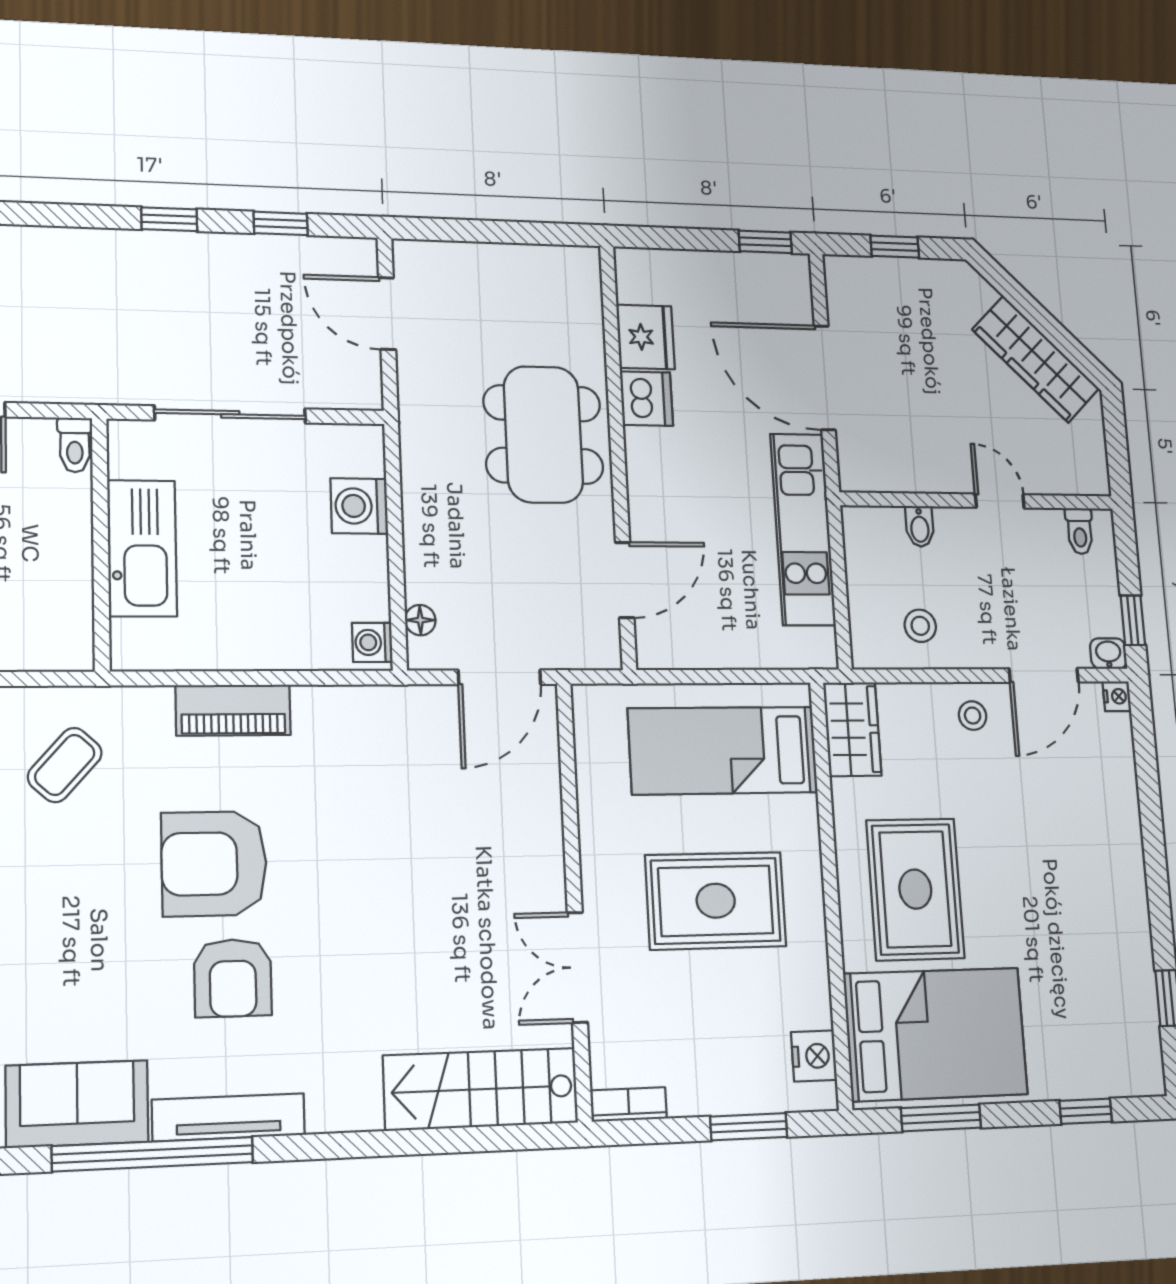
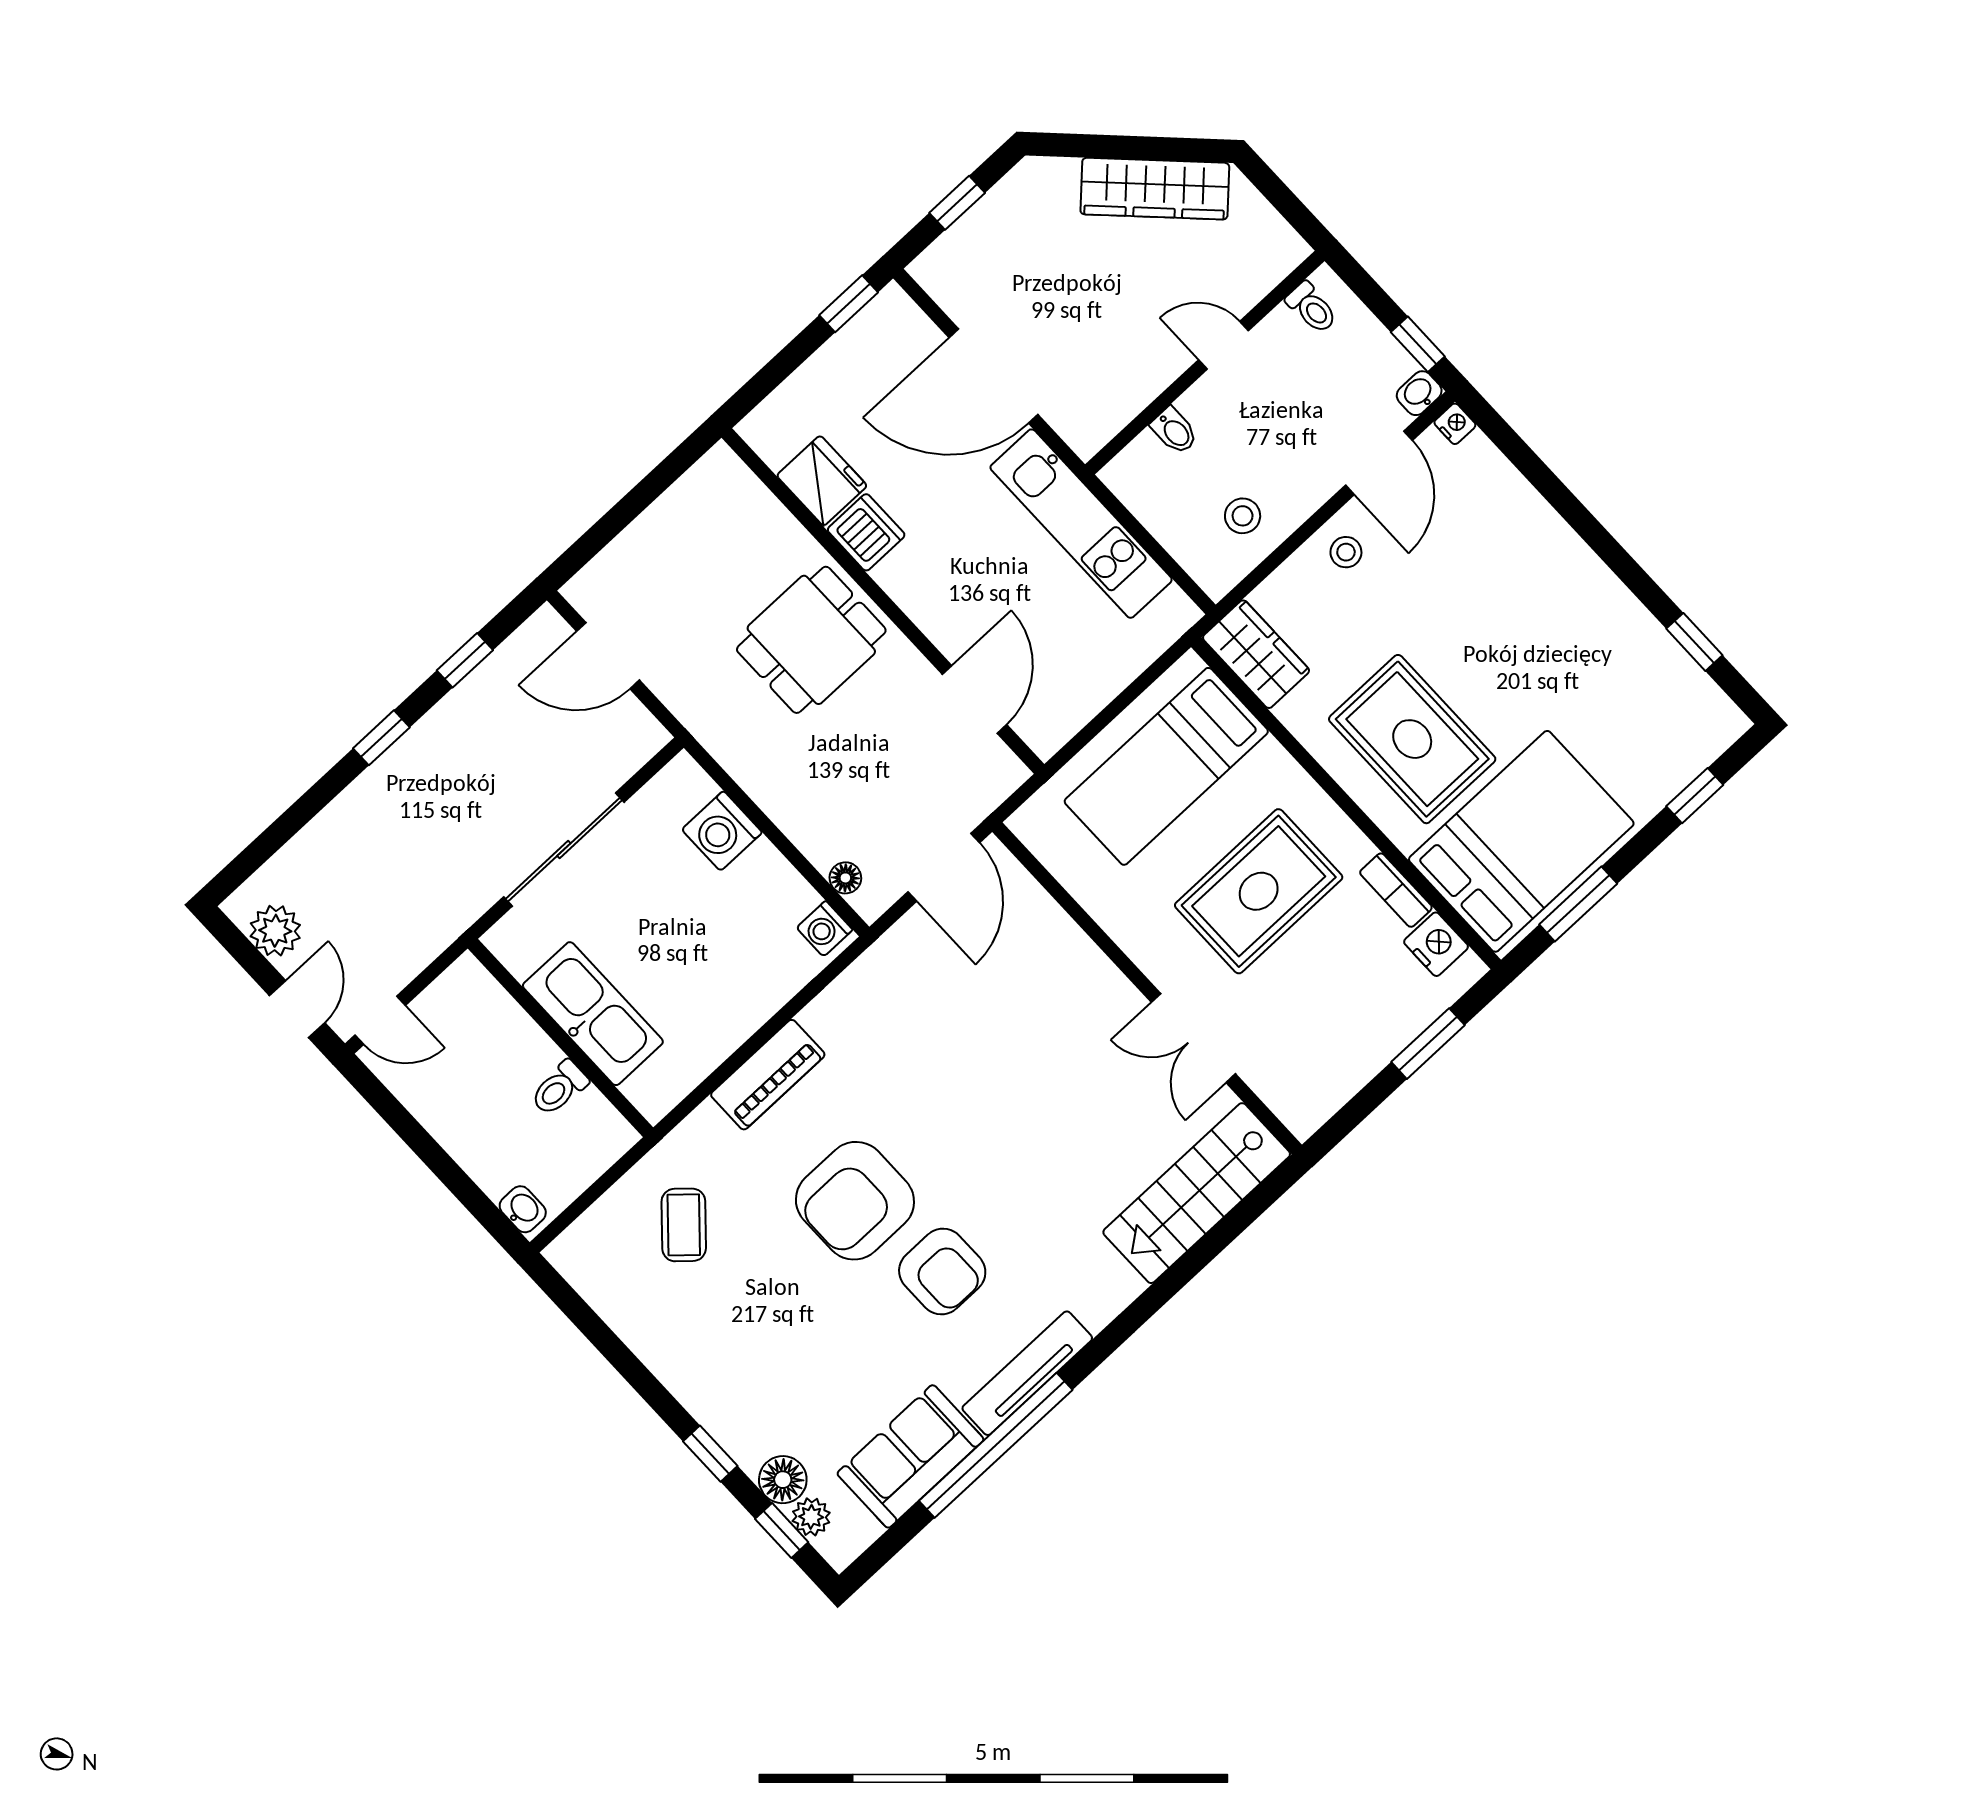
dining table: (543, 434) -> (811, 640), width x0.73
toilet: (75, 445) -> (559, 1088), moved, turned 90
bookcase: (629, 1104) -> (1396, 890), moved, turned -90

